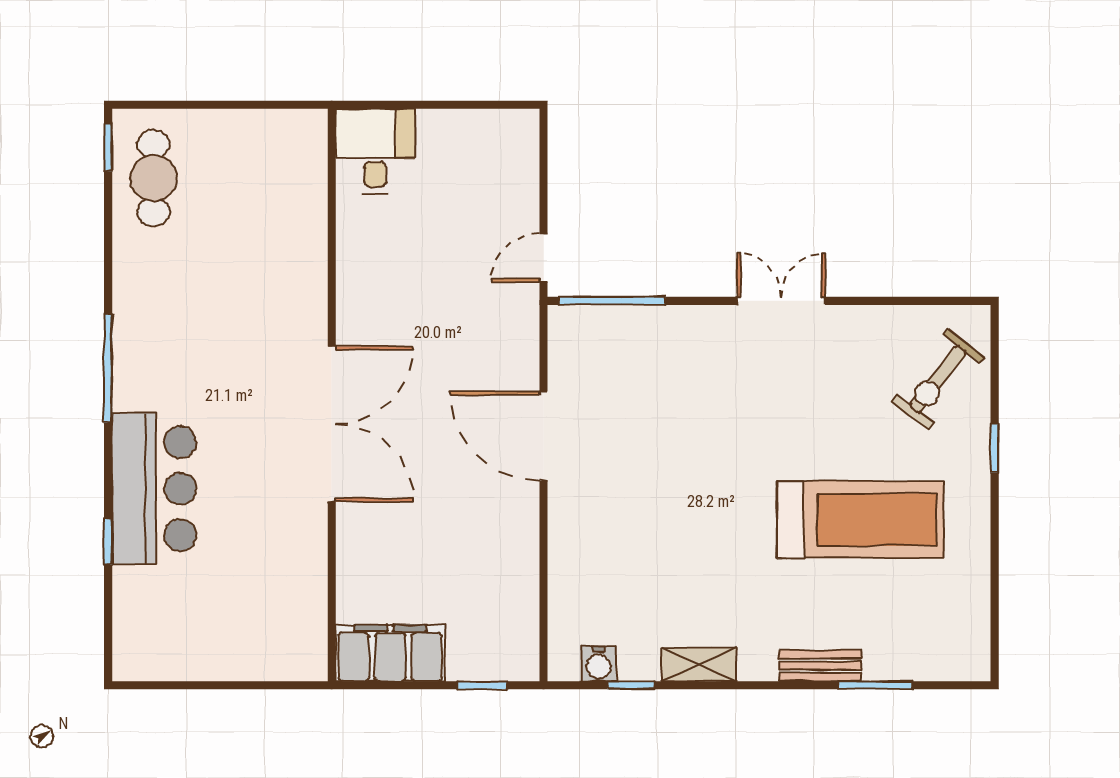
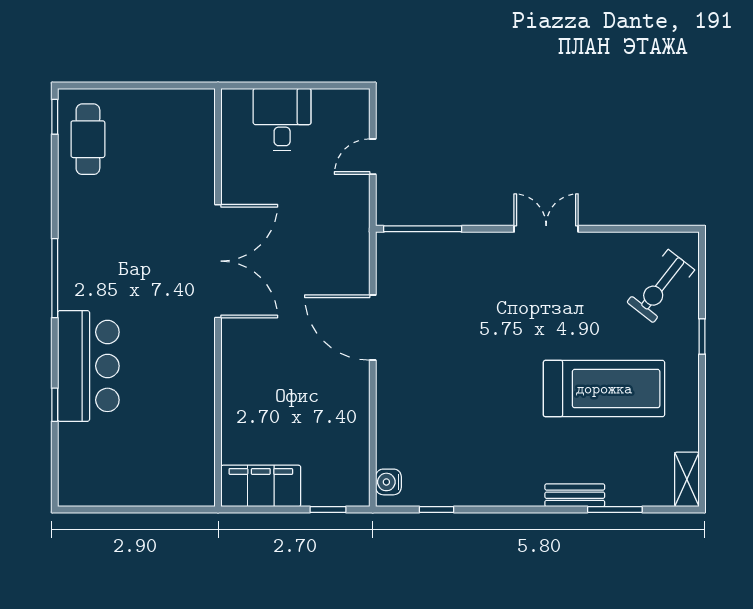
desk: (375, 151) -> (282, 120), moved
door: (544, 258) -> (373, 157), moved
double door: (332, 424) -> (218, 261), moved
water cooler: (598, 664) -> (388, 482), moved, turned 90
shelving: (699, 665) -> (687, 479), moved, turned 90

